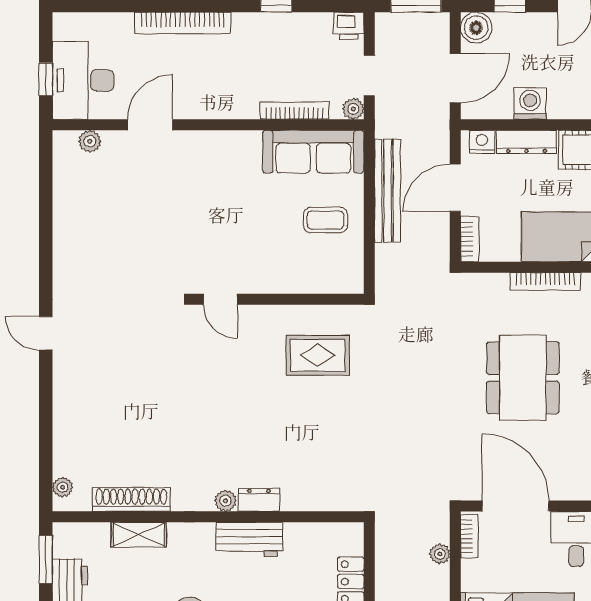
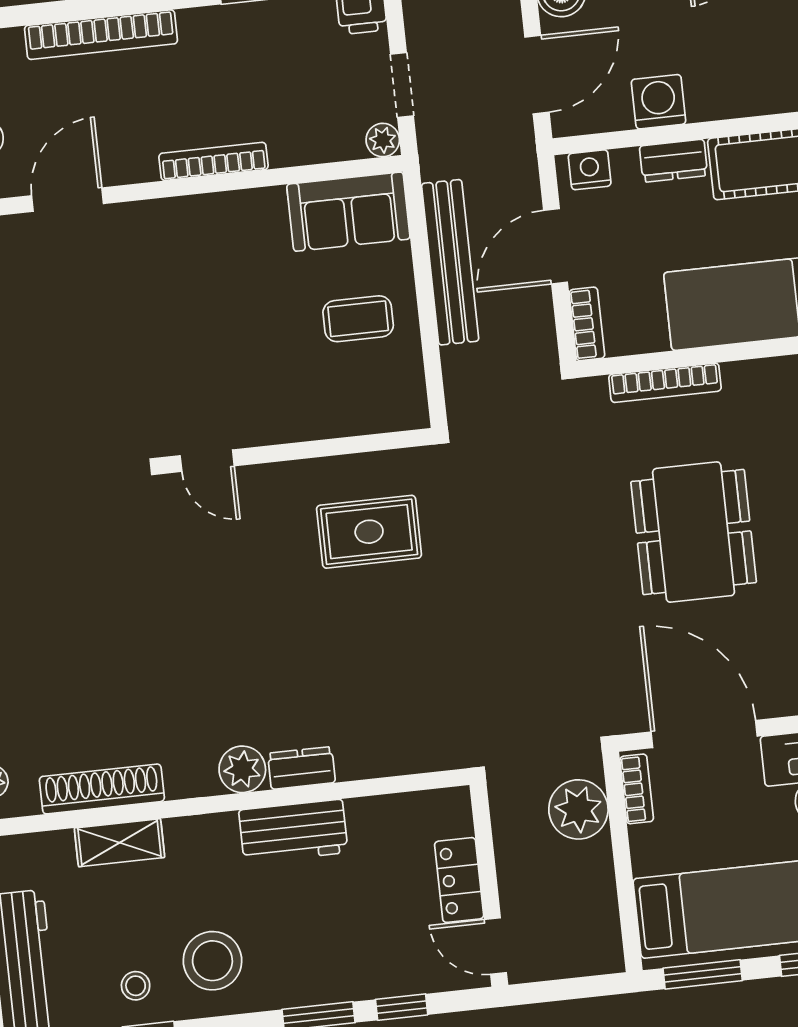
bookcase: (295, 111) -> (214, 161), moved
dresser: (527, 142) -> (674, 161), width x0.70
sofa: (313, 152) -> (348, 212), width x0.73
bookcase: (545, 282) -> (665, 383), moved
plant: (225, 501) -> (242, 769), width x1.38, depth x1.38
plant: (440, 554) -> (578, 809), width x1.88, depth x1.88

